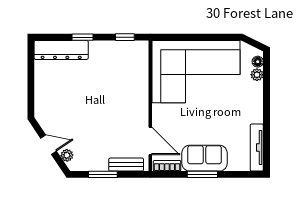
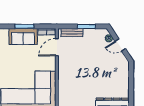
door: (150, 141) -> (57, 47), hinge flipped

